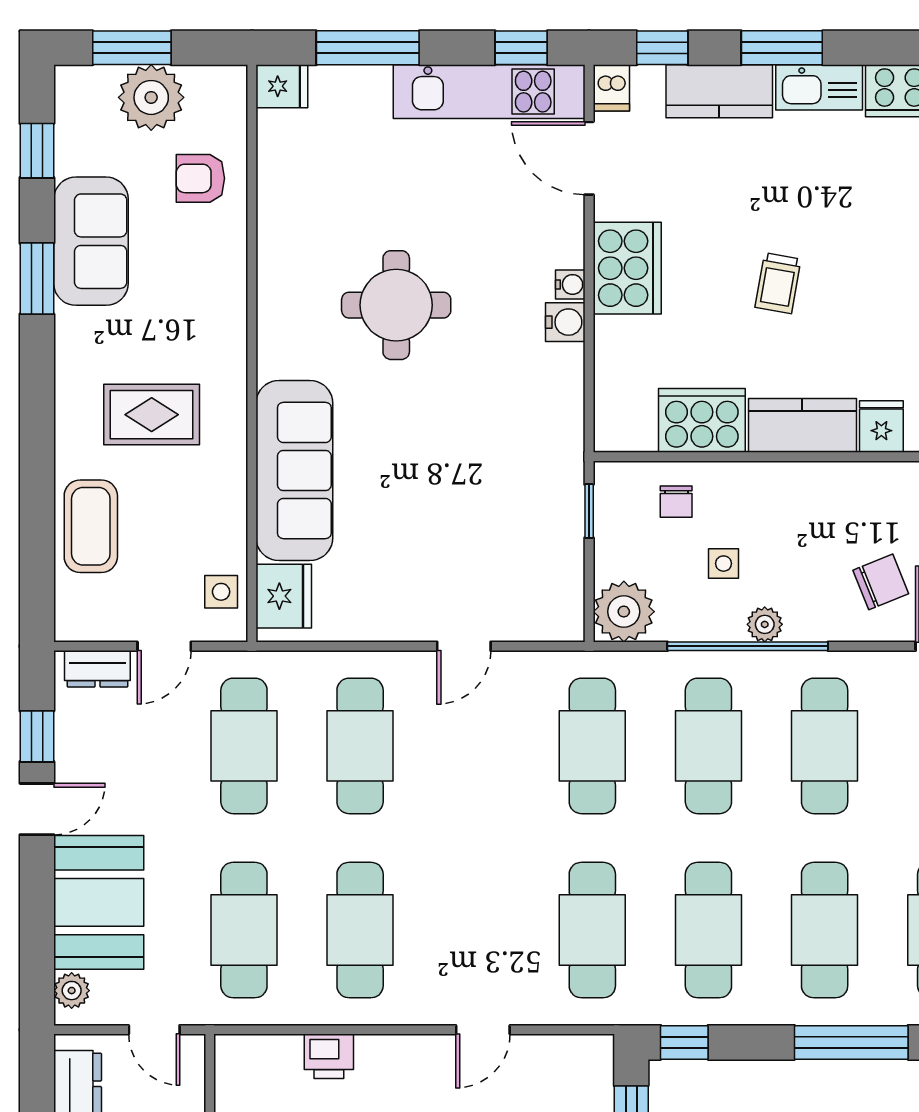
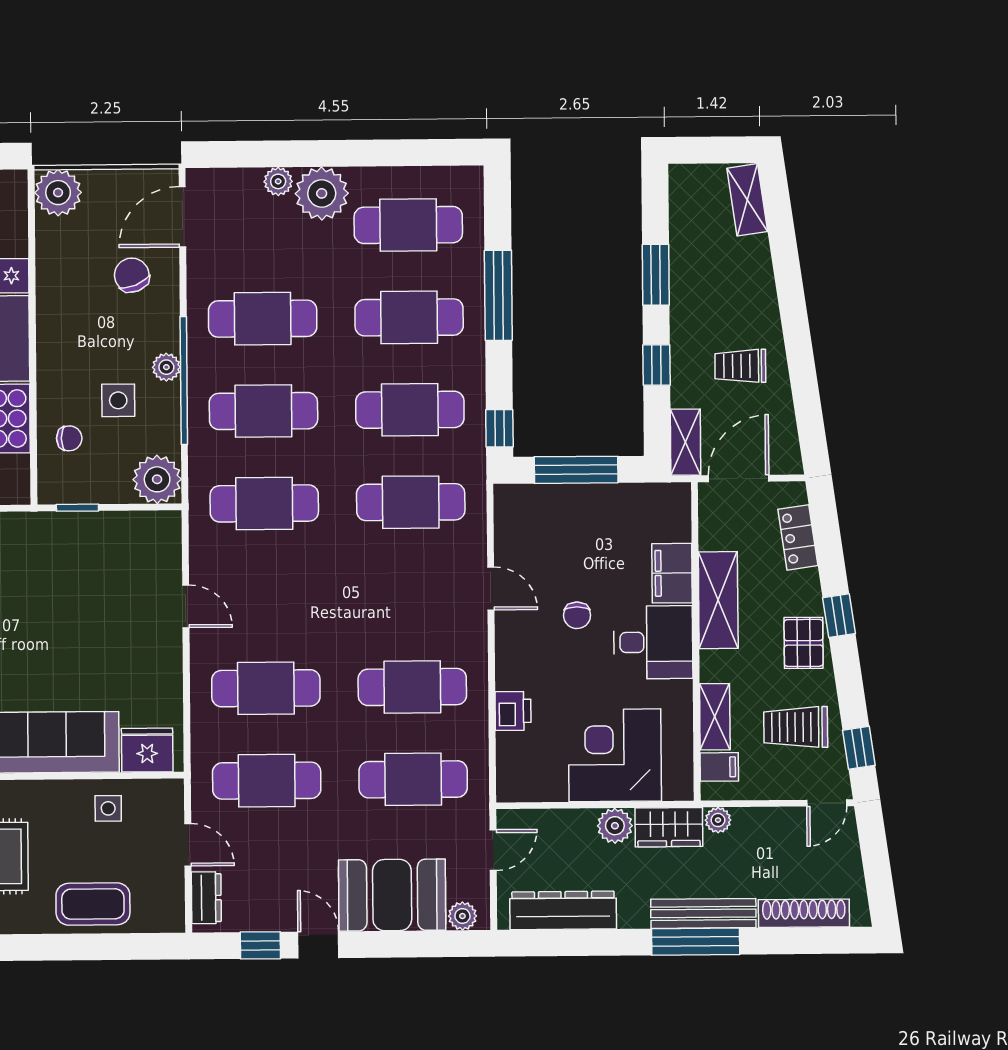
side table: (724, 564) -> (118, 400), width x1.37, depth x1.37
side table: (221, 592) -> (108, 808), moved

